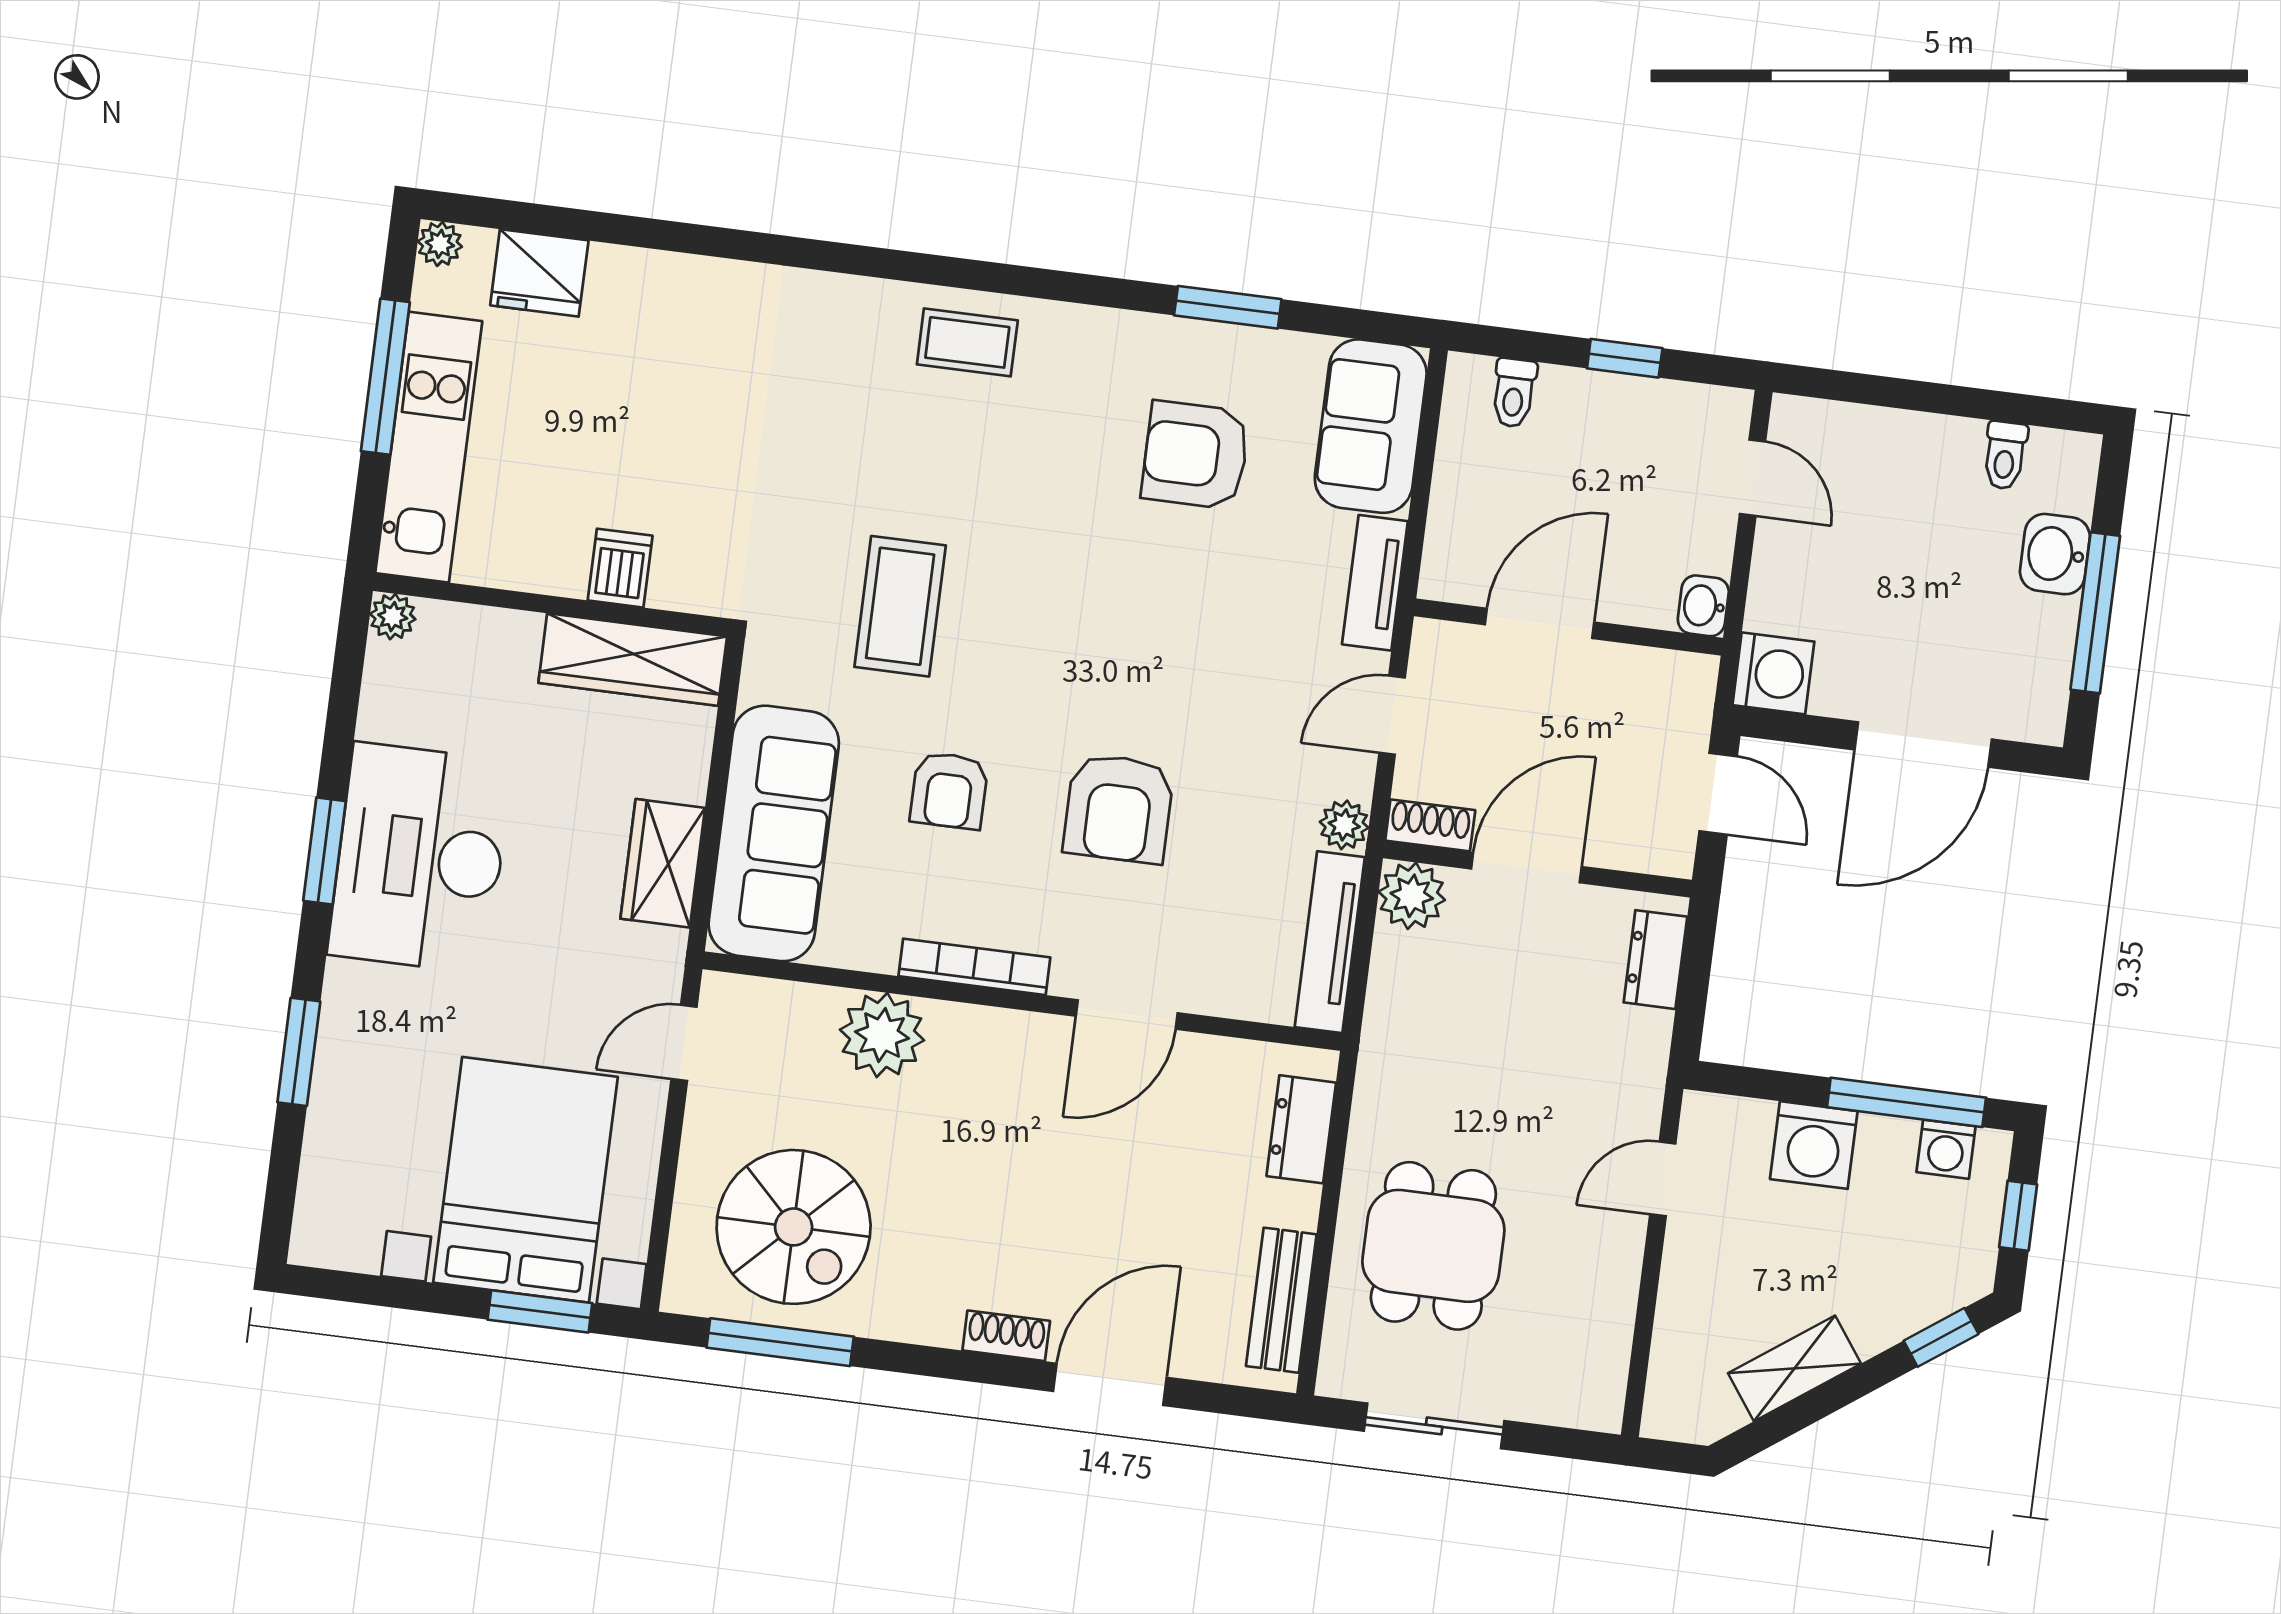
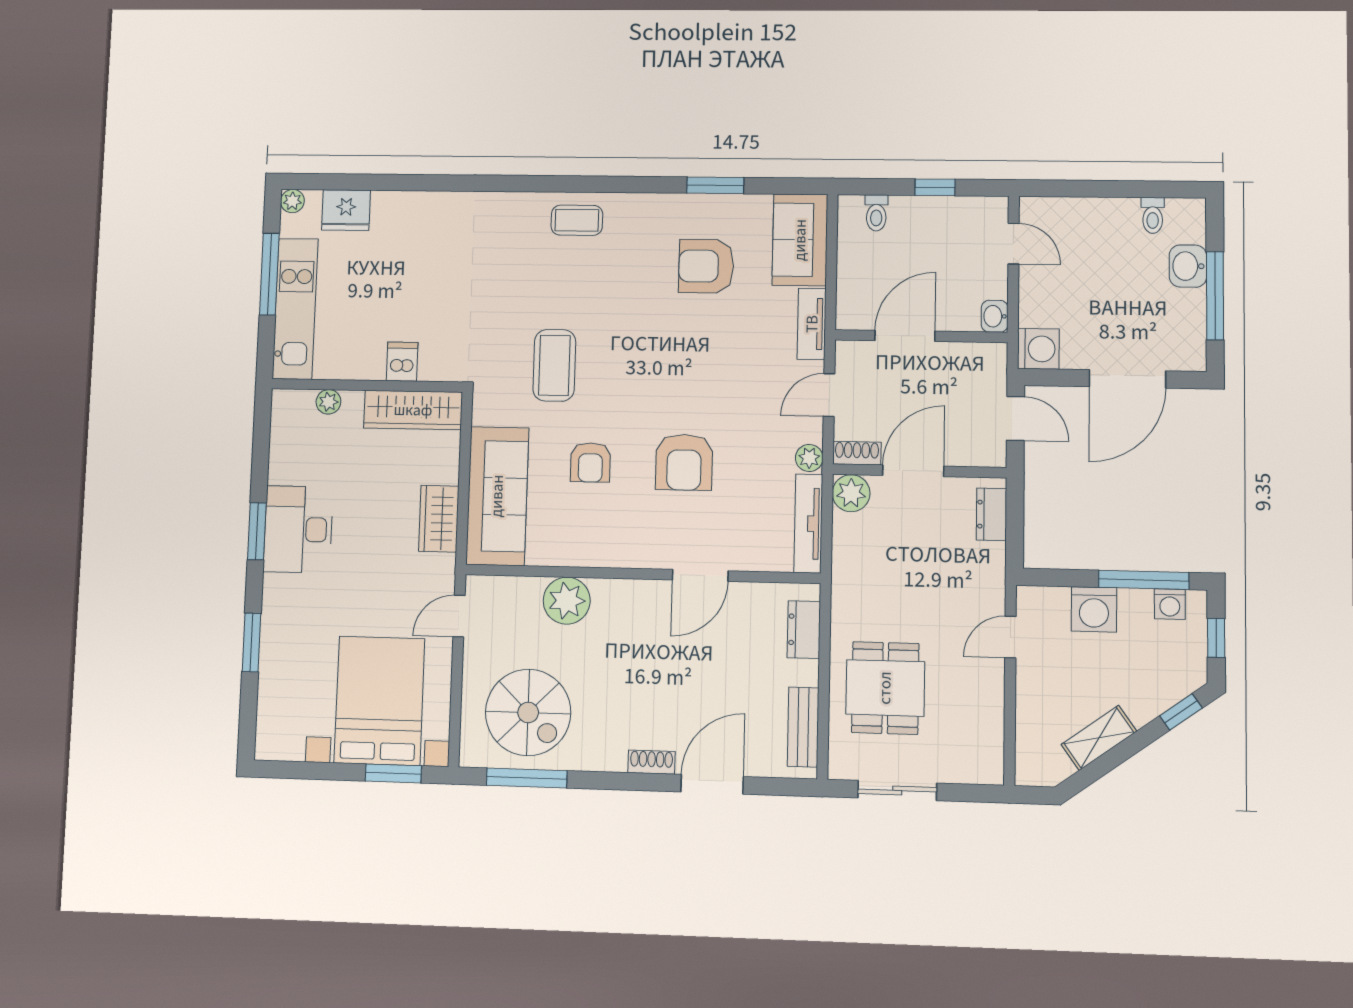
plant: (393, 617) -> (328, 402), moved
desk: (420, 858) -> (298, 529), width x0.73, depth x0.77
bookcase: (974, 967) -> (614, 558), removed

